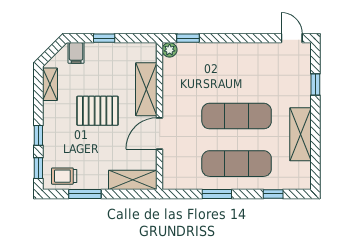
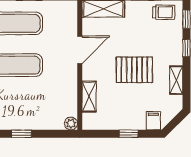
window: (188, 38) -> (21, 134), moved
shelving: (50, 84) -> (176, 80), moved
shelving: (146, 89) -> (89, 97), width x0.67, depth x0.75

